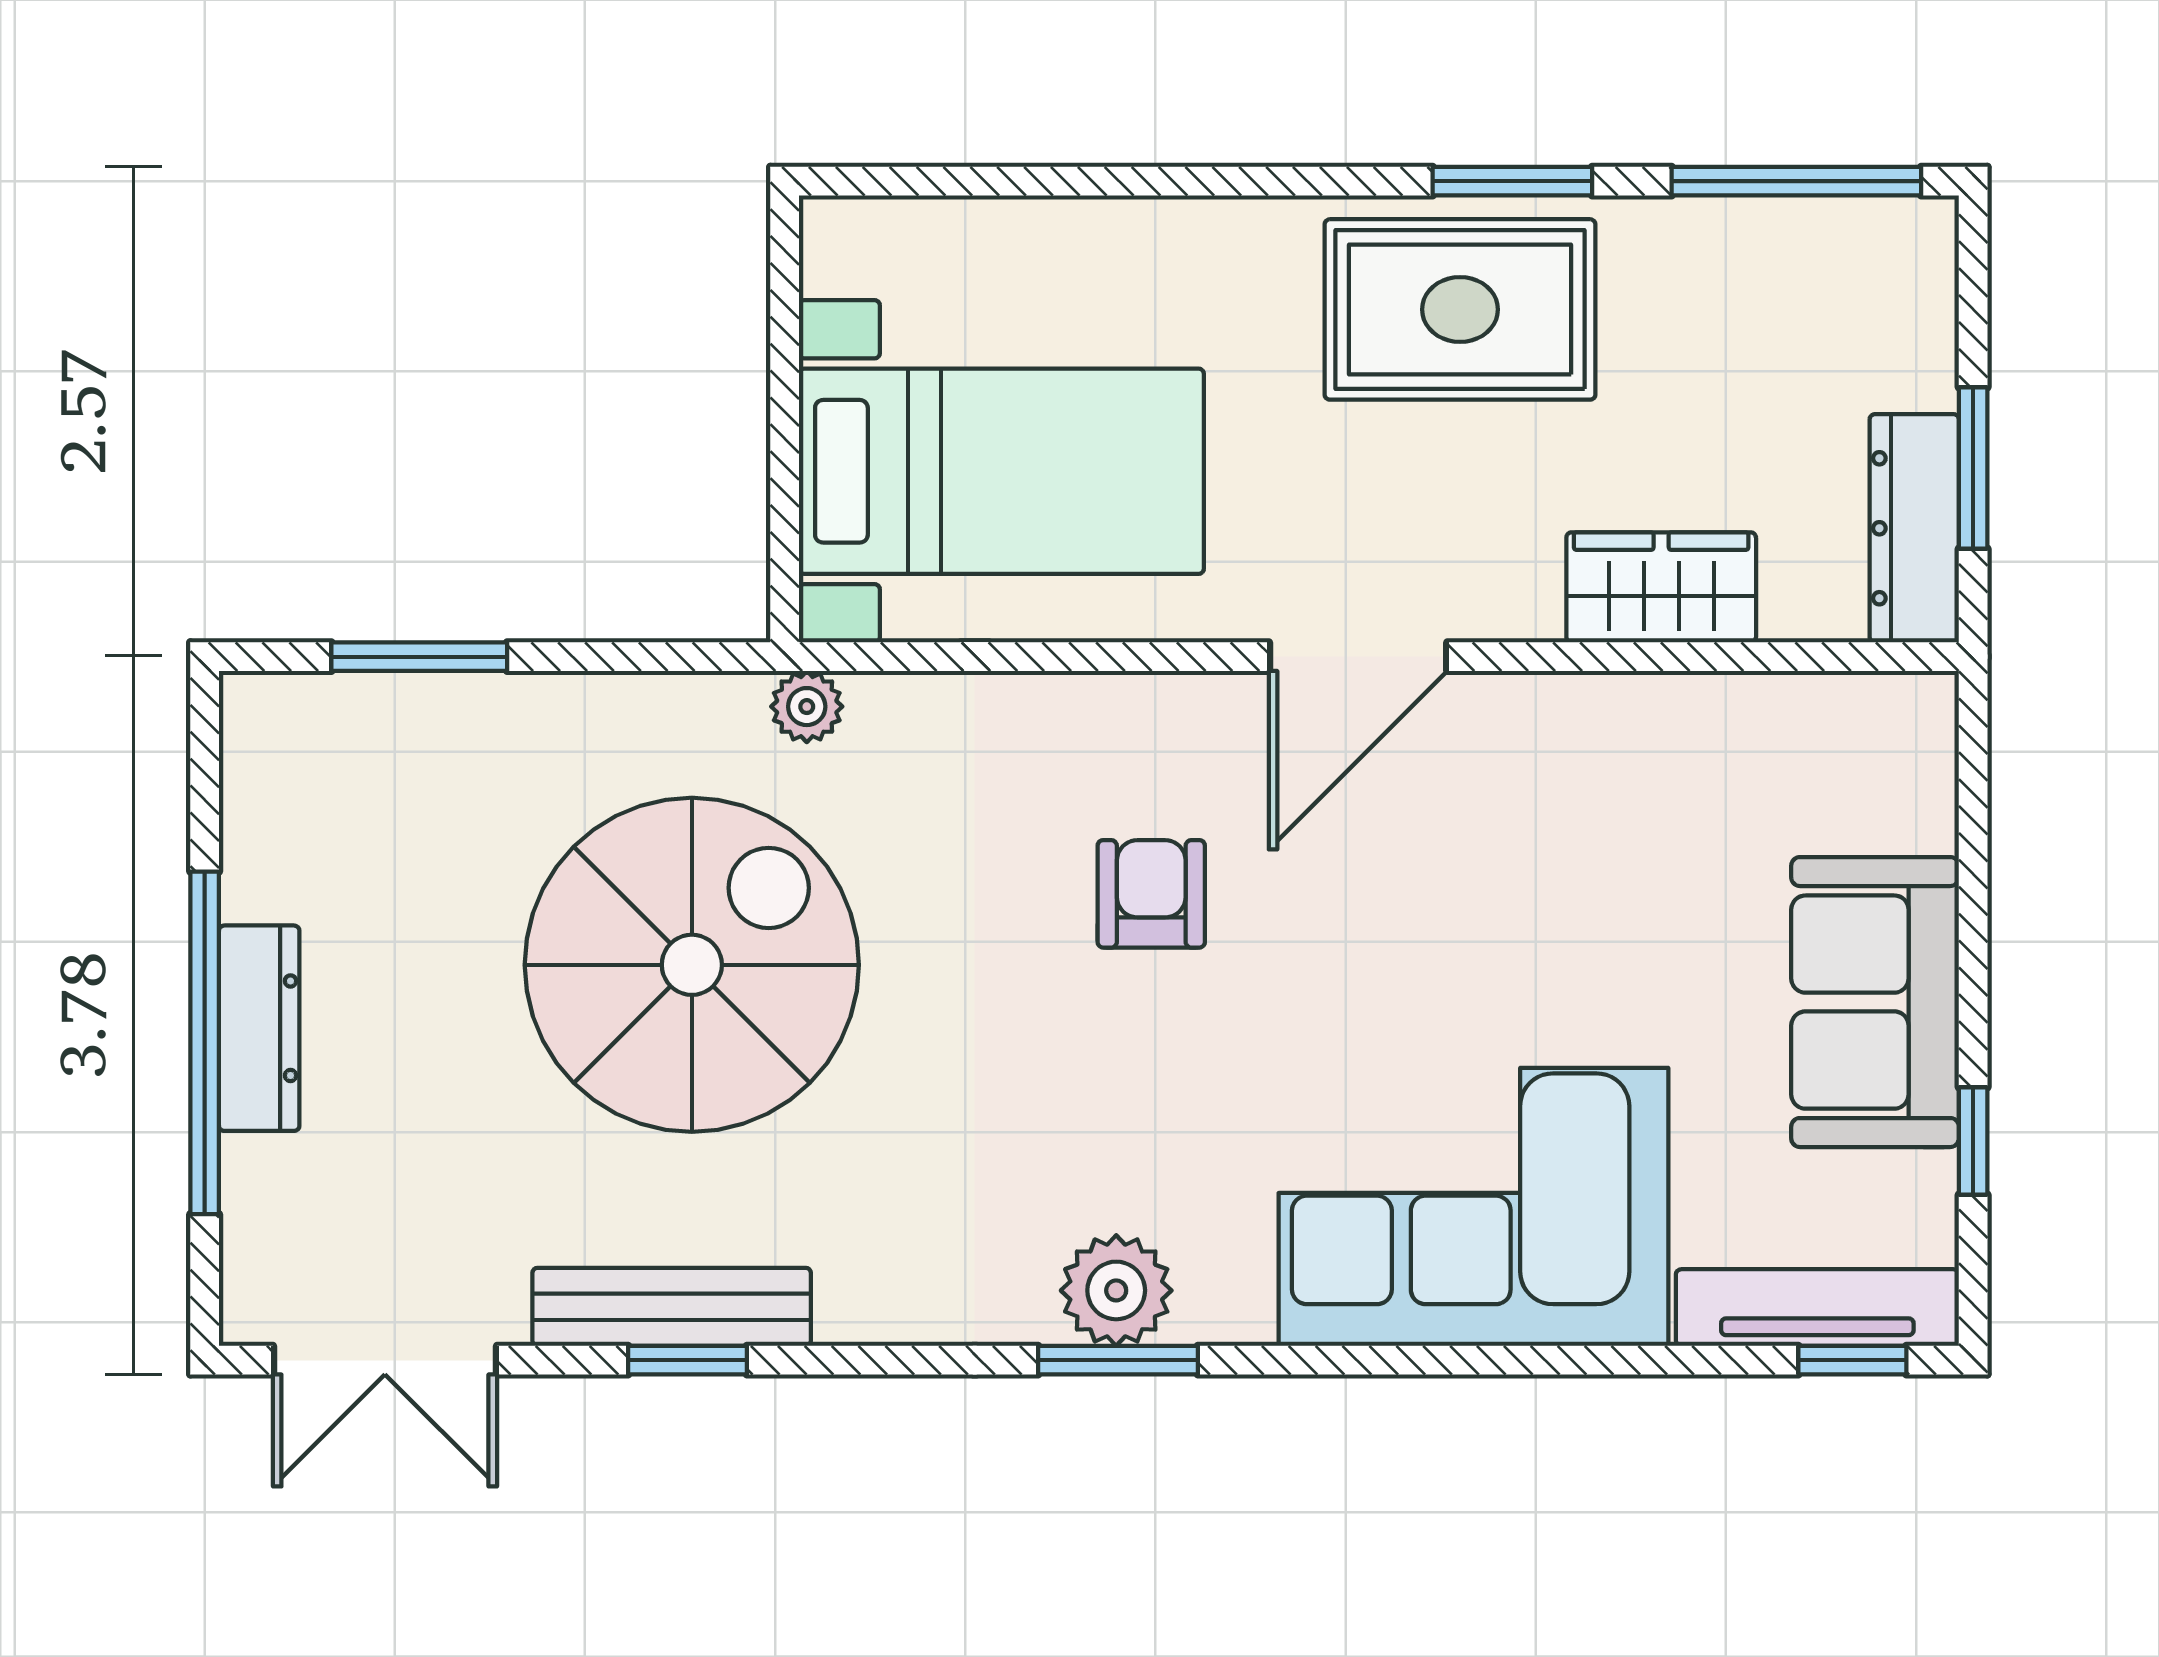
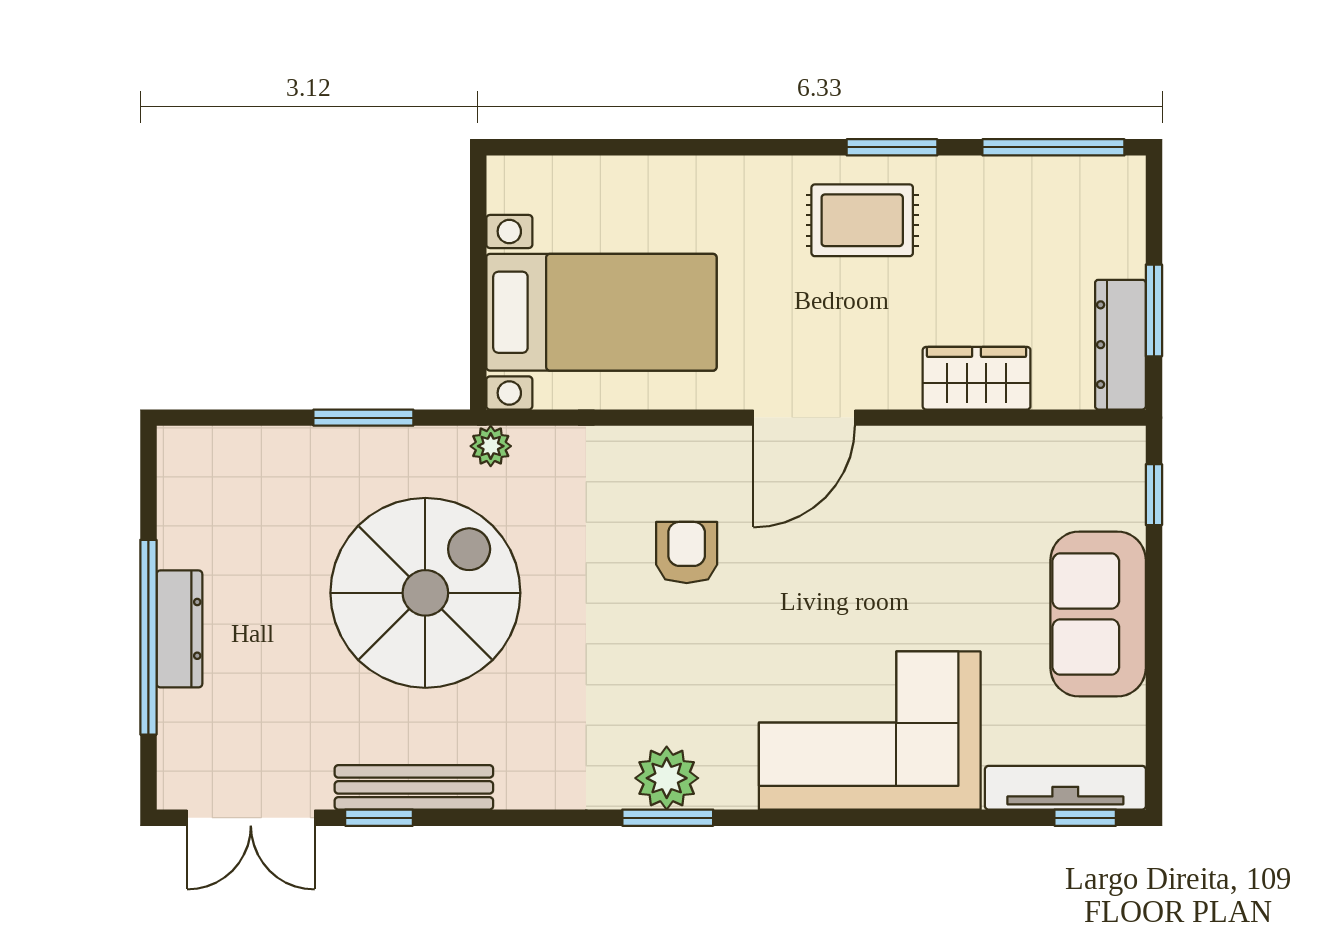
rug: (1460, 309) -> (862, 220), width x0.73, depth x0.70
window: (419, 657) -> (363, 418), moved
window: (1973, 1141) -> (1154, 495), moved
window: (688, 1360) -> (379, 818), moved

